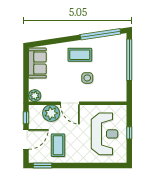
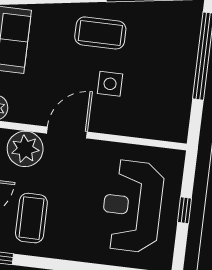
door: (70, 103) -> (67, 133), swing flipped
reception desk: (104, 134) -> (132, 206), turned 180

